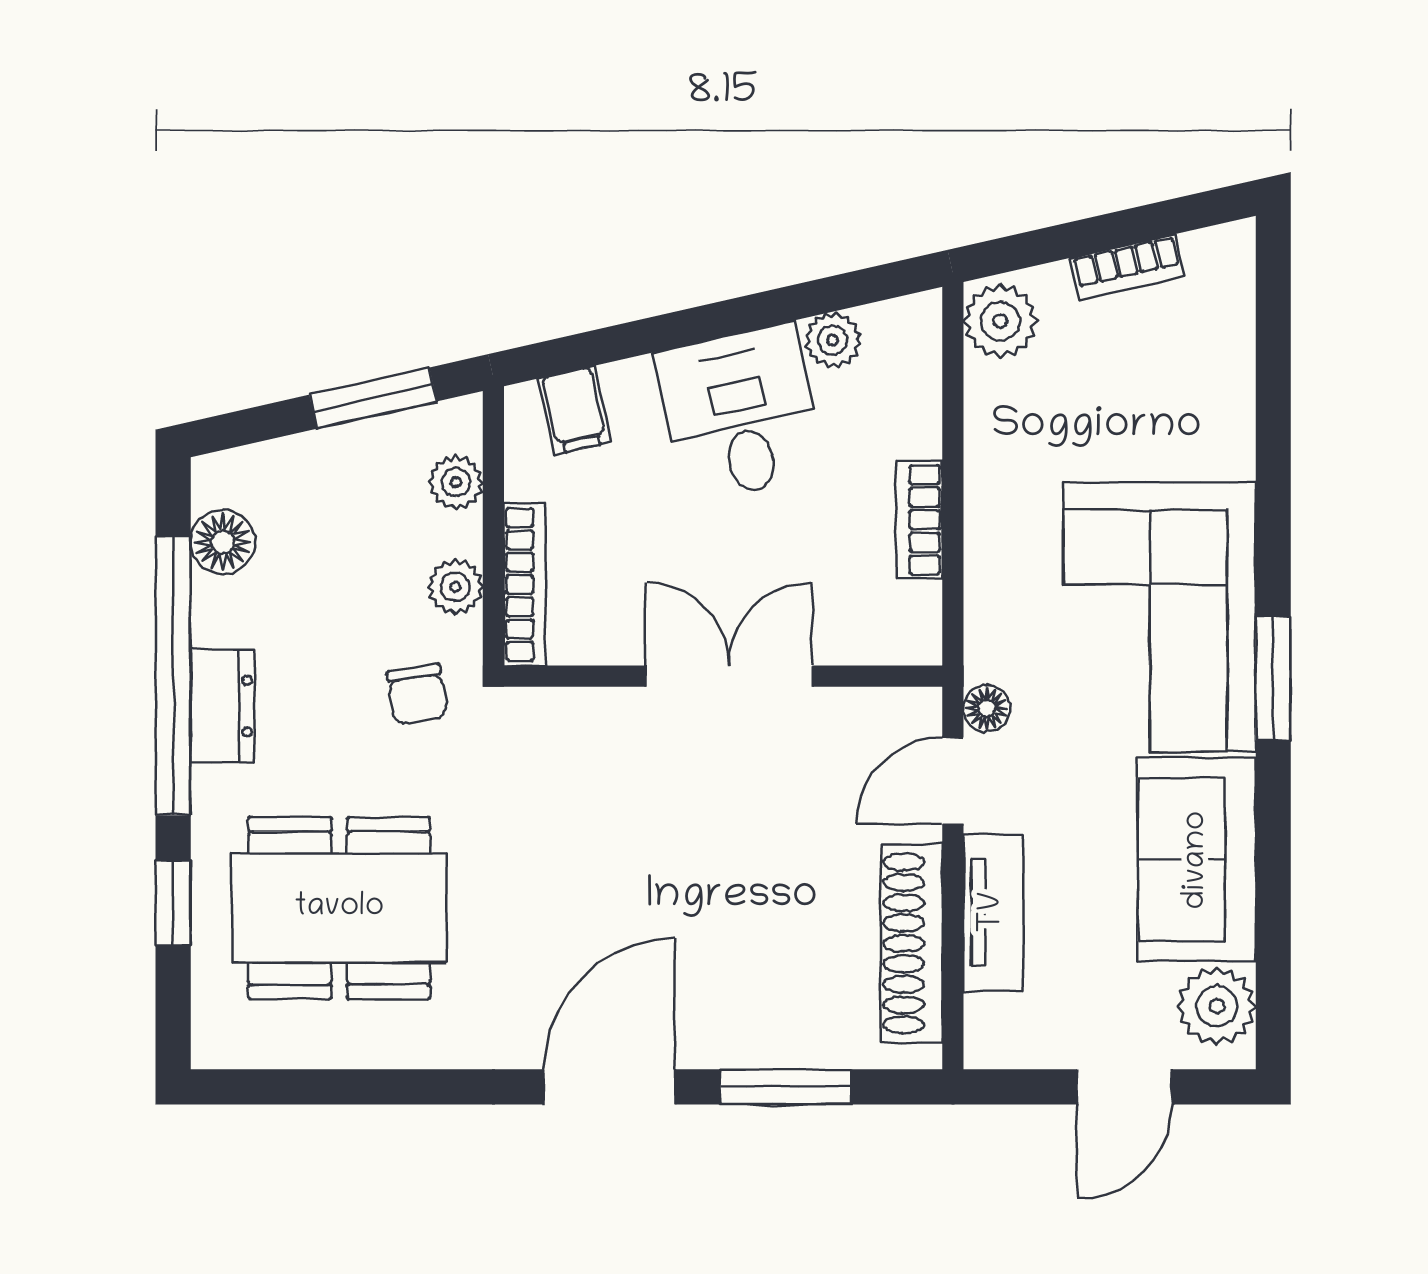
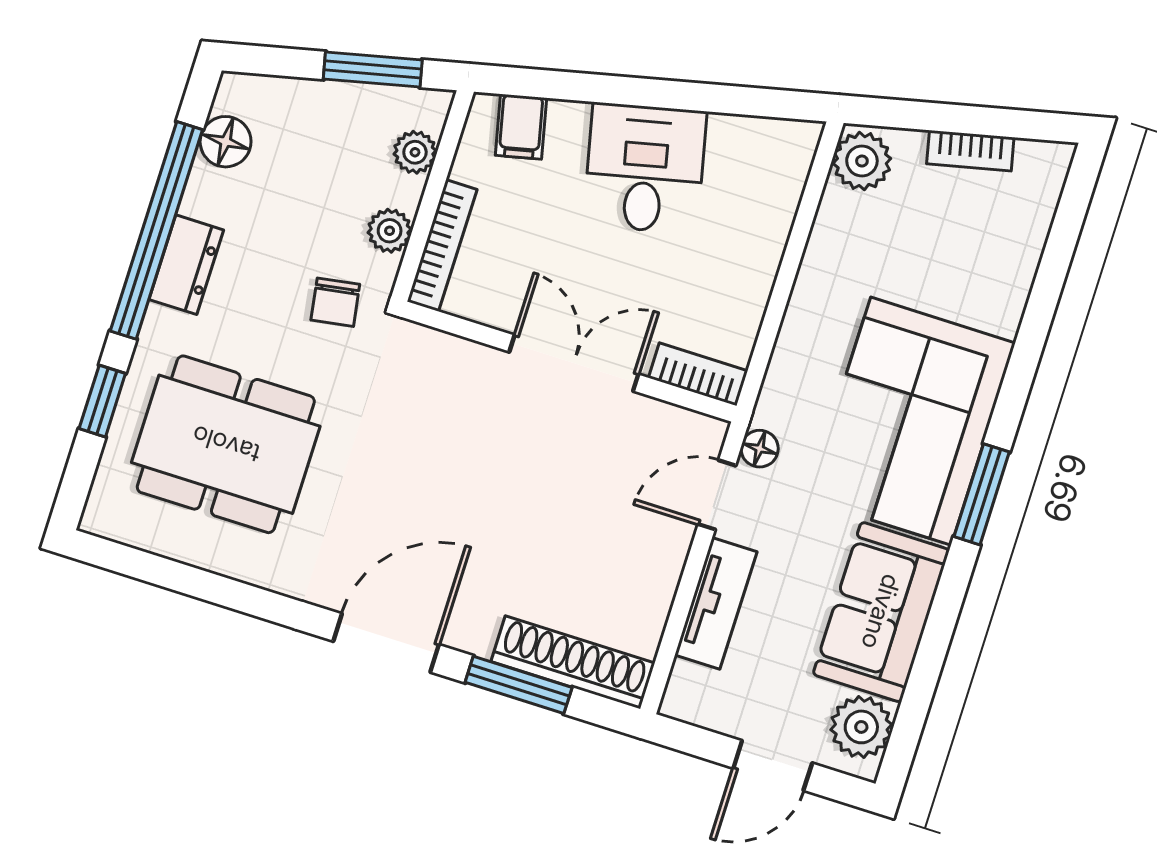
plant: (833, 340) -> (732, 135), removed
bookcase: (919, 520) -> (698, 374), moved, turned 90
shoe rack: (912, 943) -> (573, 662), moved, turned 90

